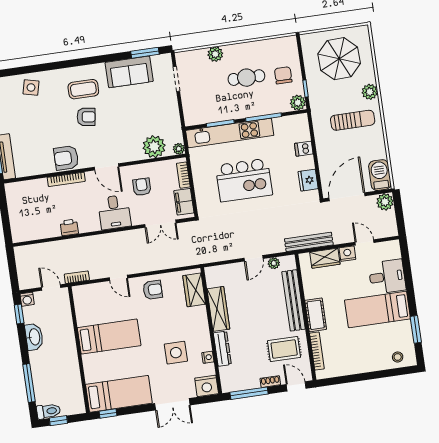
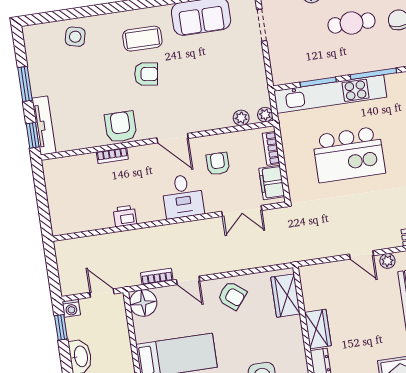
plant: (154, 147) -> (241, 118), width x0.53, depth x0.53
armchair: (66, 158) -> (121, 127), turned 90
bookcase: (66, 179) -> (112, 156), width x0.64
door: (254, 258) -> (361, 255), hinge flipped
bookcase: (77, 277) -> (157, 276), moved
armchair: (153, 290) -> (232, 296), turned 39
floor lamp: (83, 295) -> (143, 303), added
wardrobe: (218, 309) -> (318, 329), width x0.67

